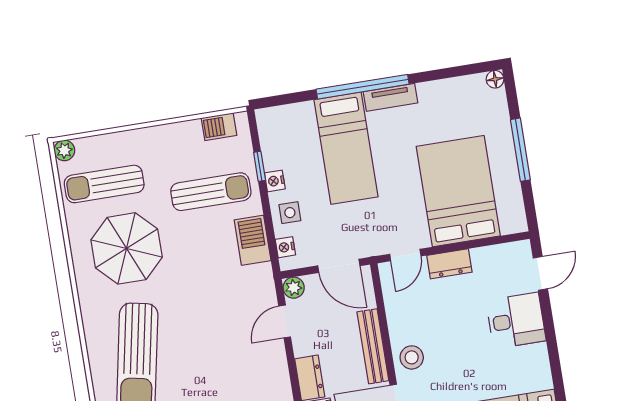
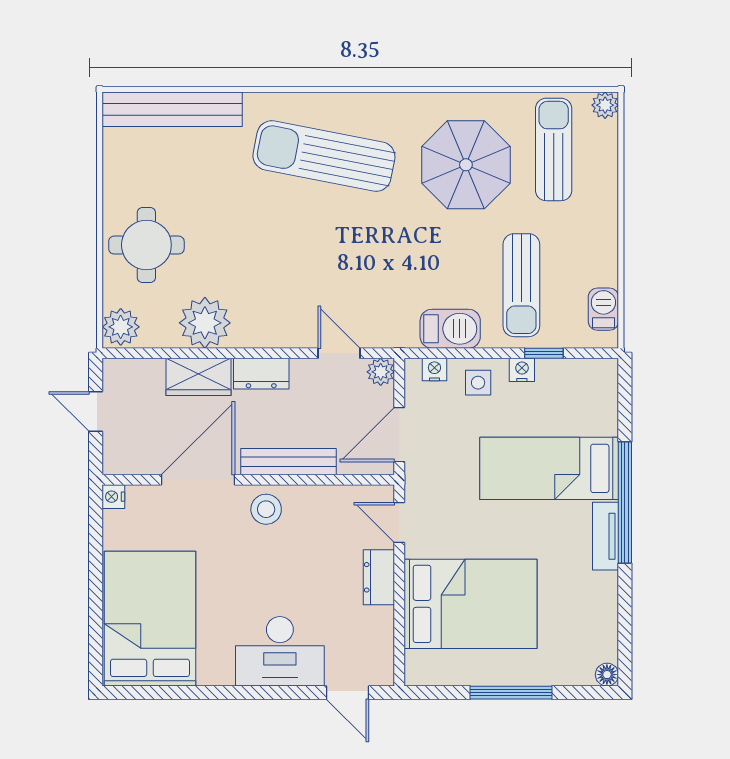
desk: (516, 321) -> (280, 651), width x1.37

